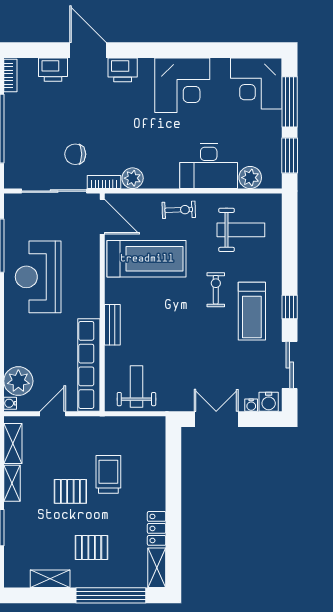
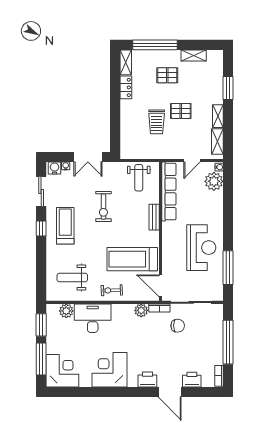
exercise bike: (216, 290) -> (103, 207), moved, width x1.38, depth x1.39

